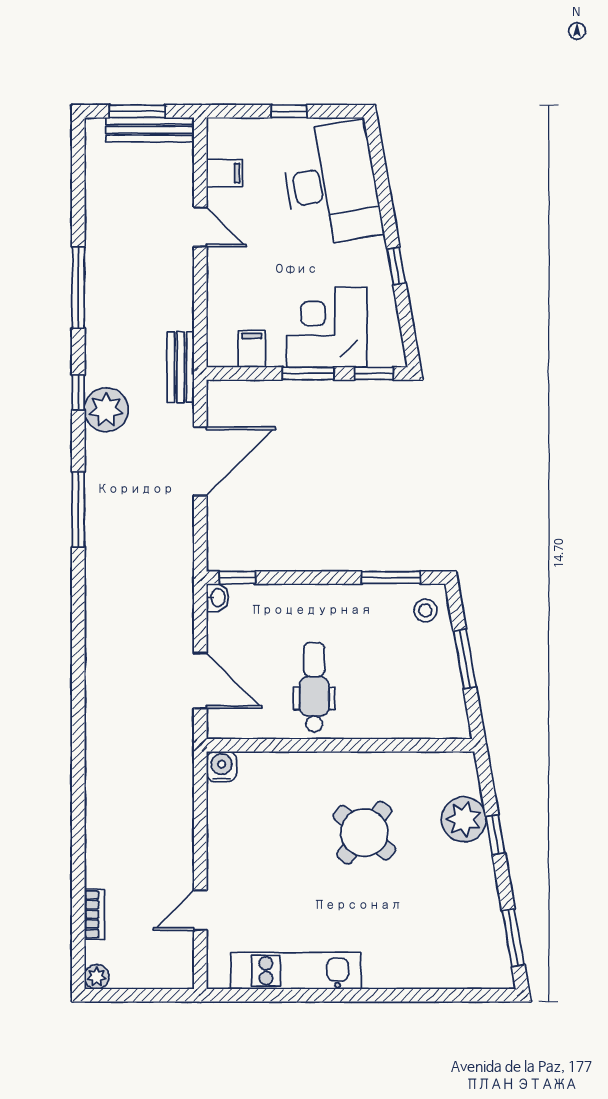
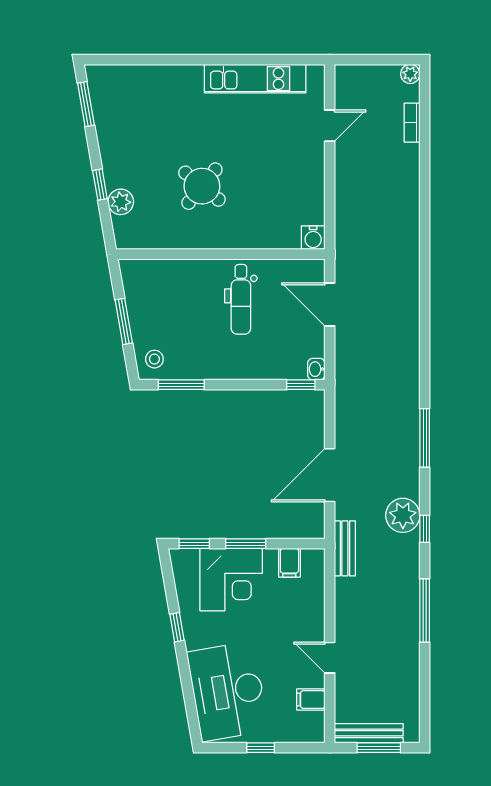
plant: (464, 819) -> (121, 202), width x0.73, depth x0.73

